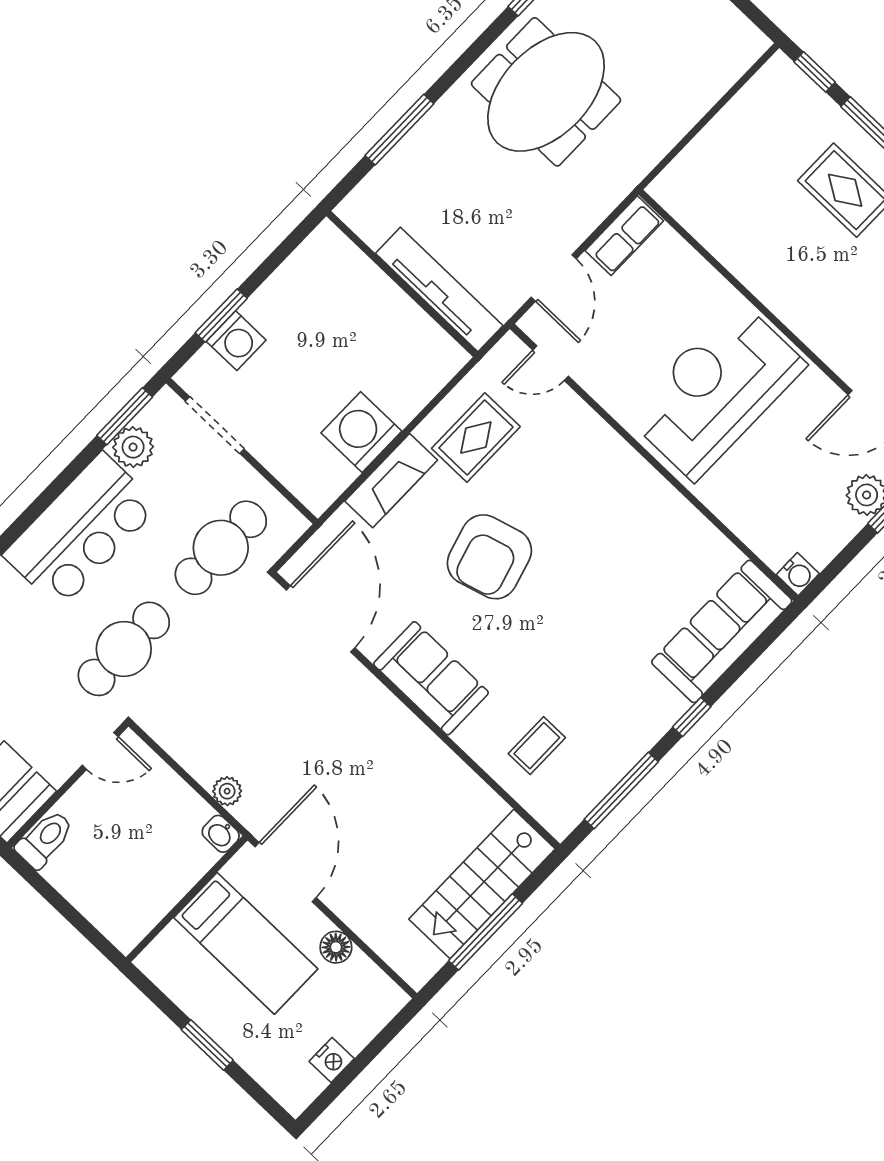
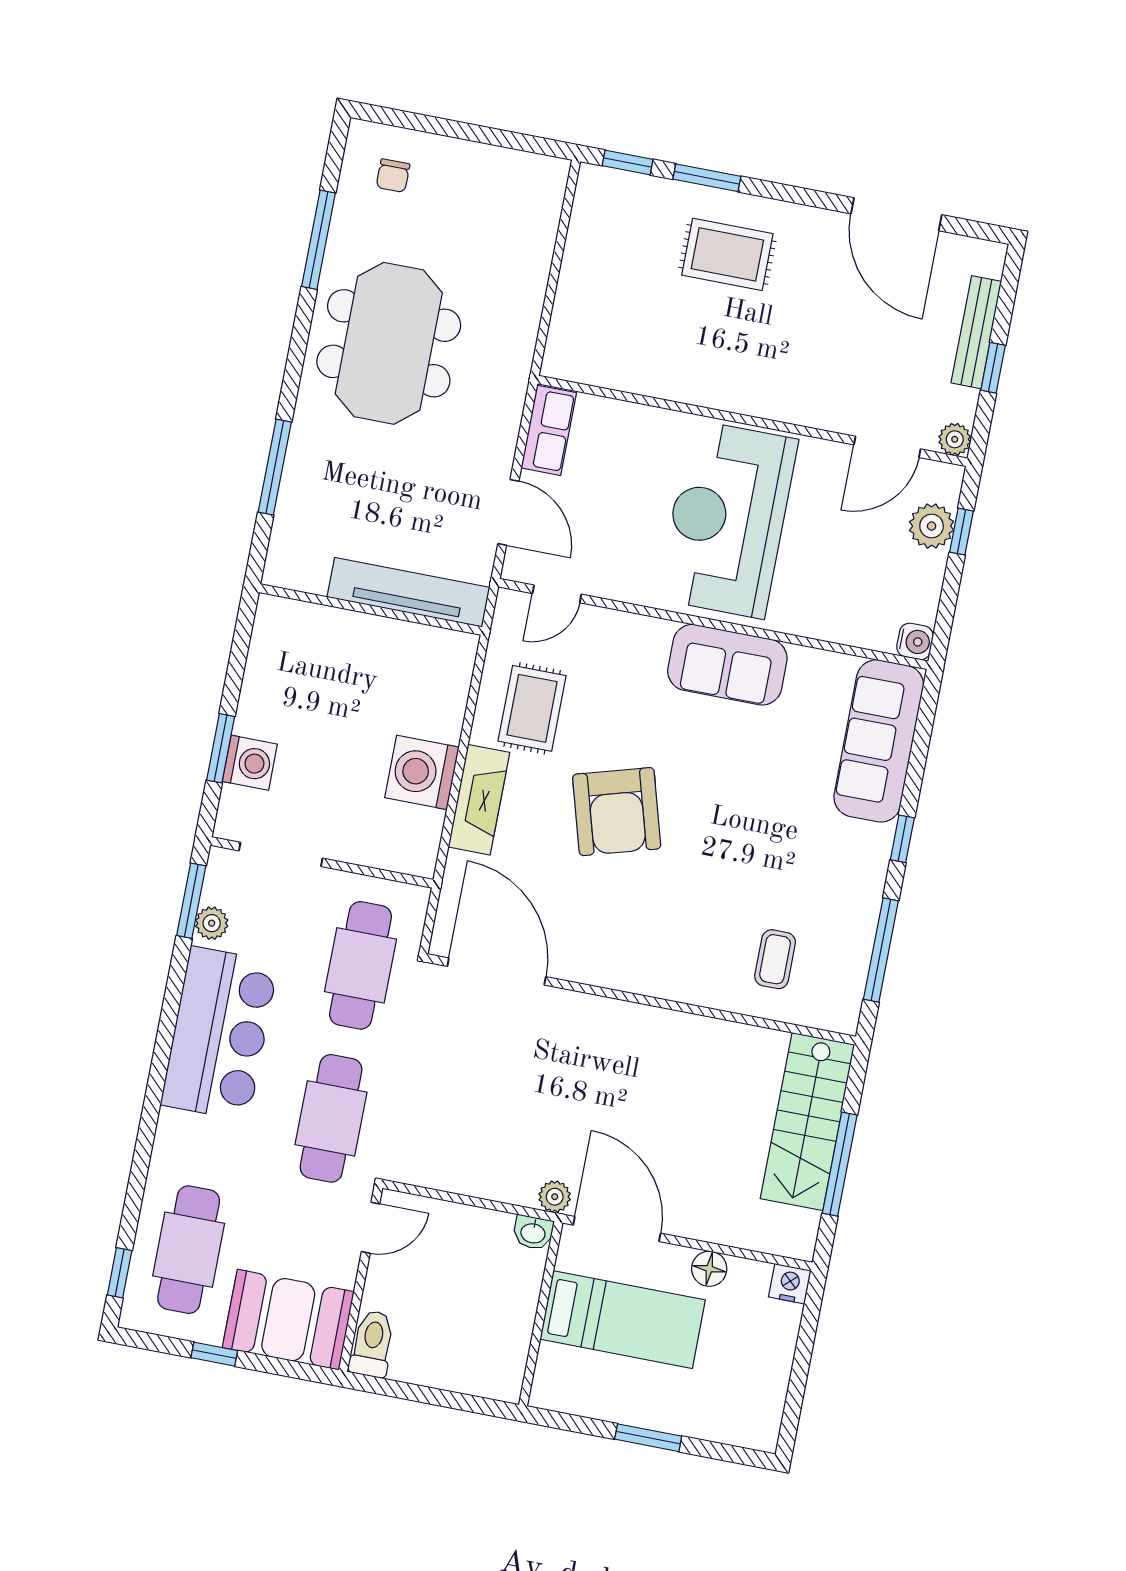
plant: (133, 447) -> (212, 923), width x0.73, depth x0.73
sofa: (431, 678) -> (727, 665), moved, turned 180
plant: (227, 791) -> (555, 1197), moved
nightstand: (332, 1060) -> (790, 1284), moved, turned -90

